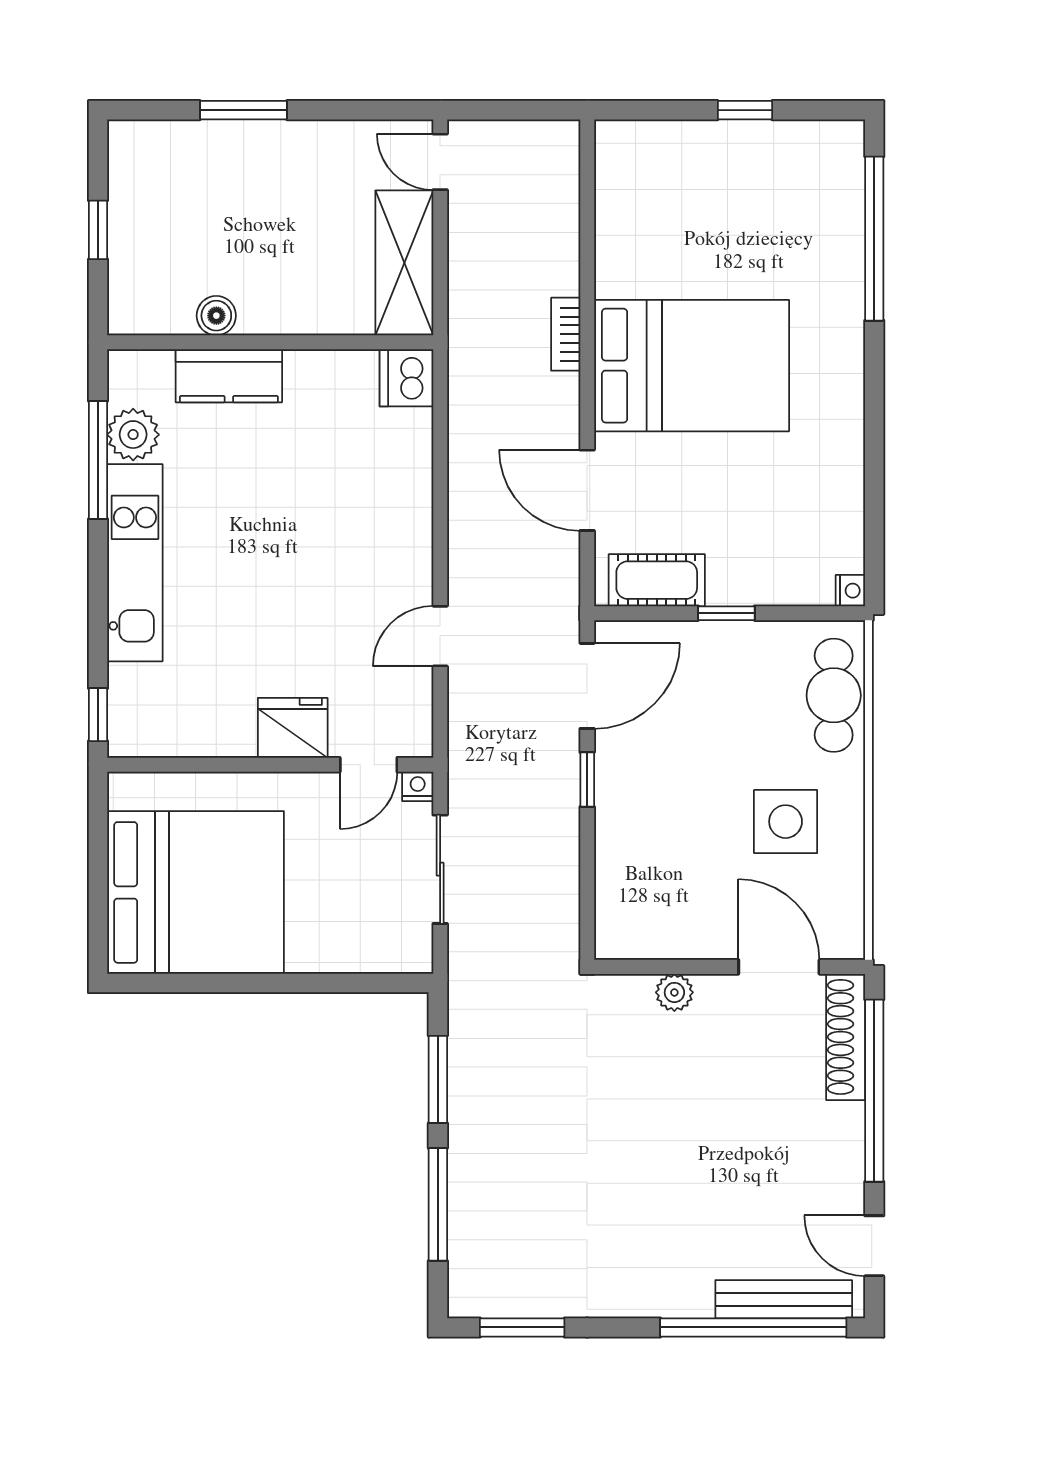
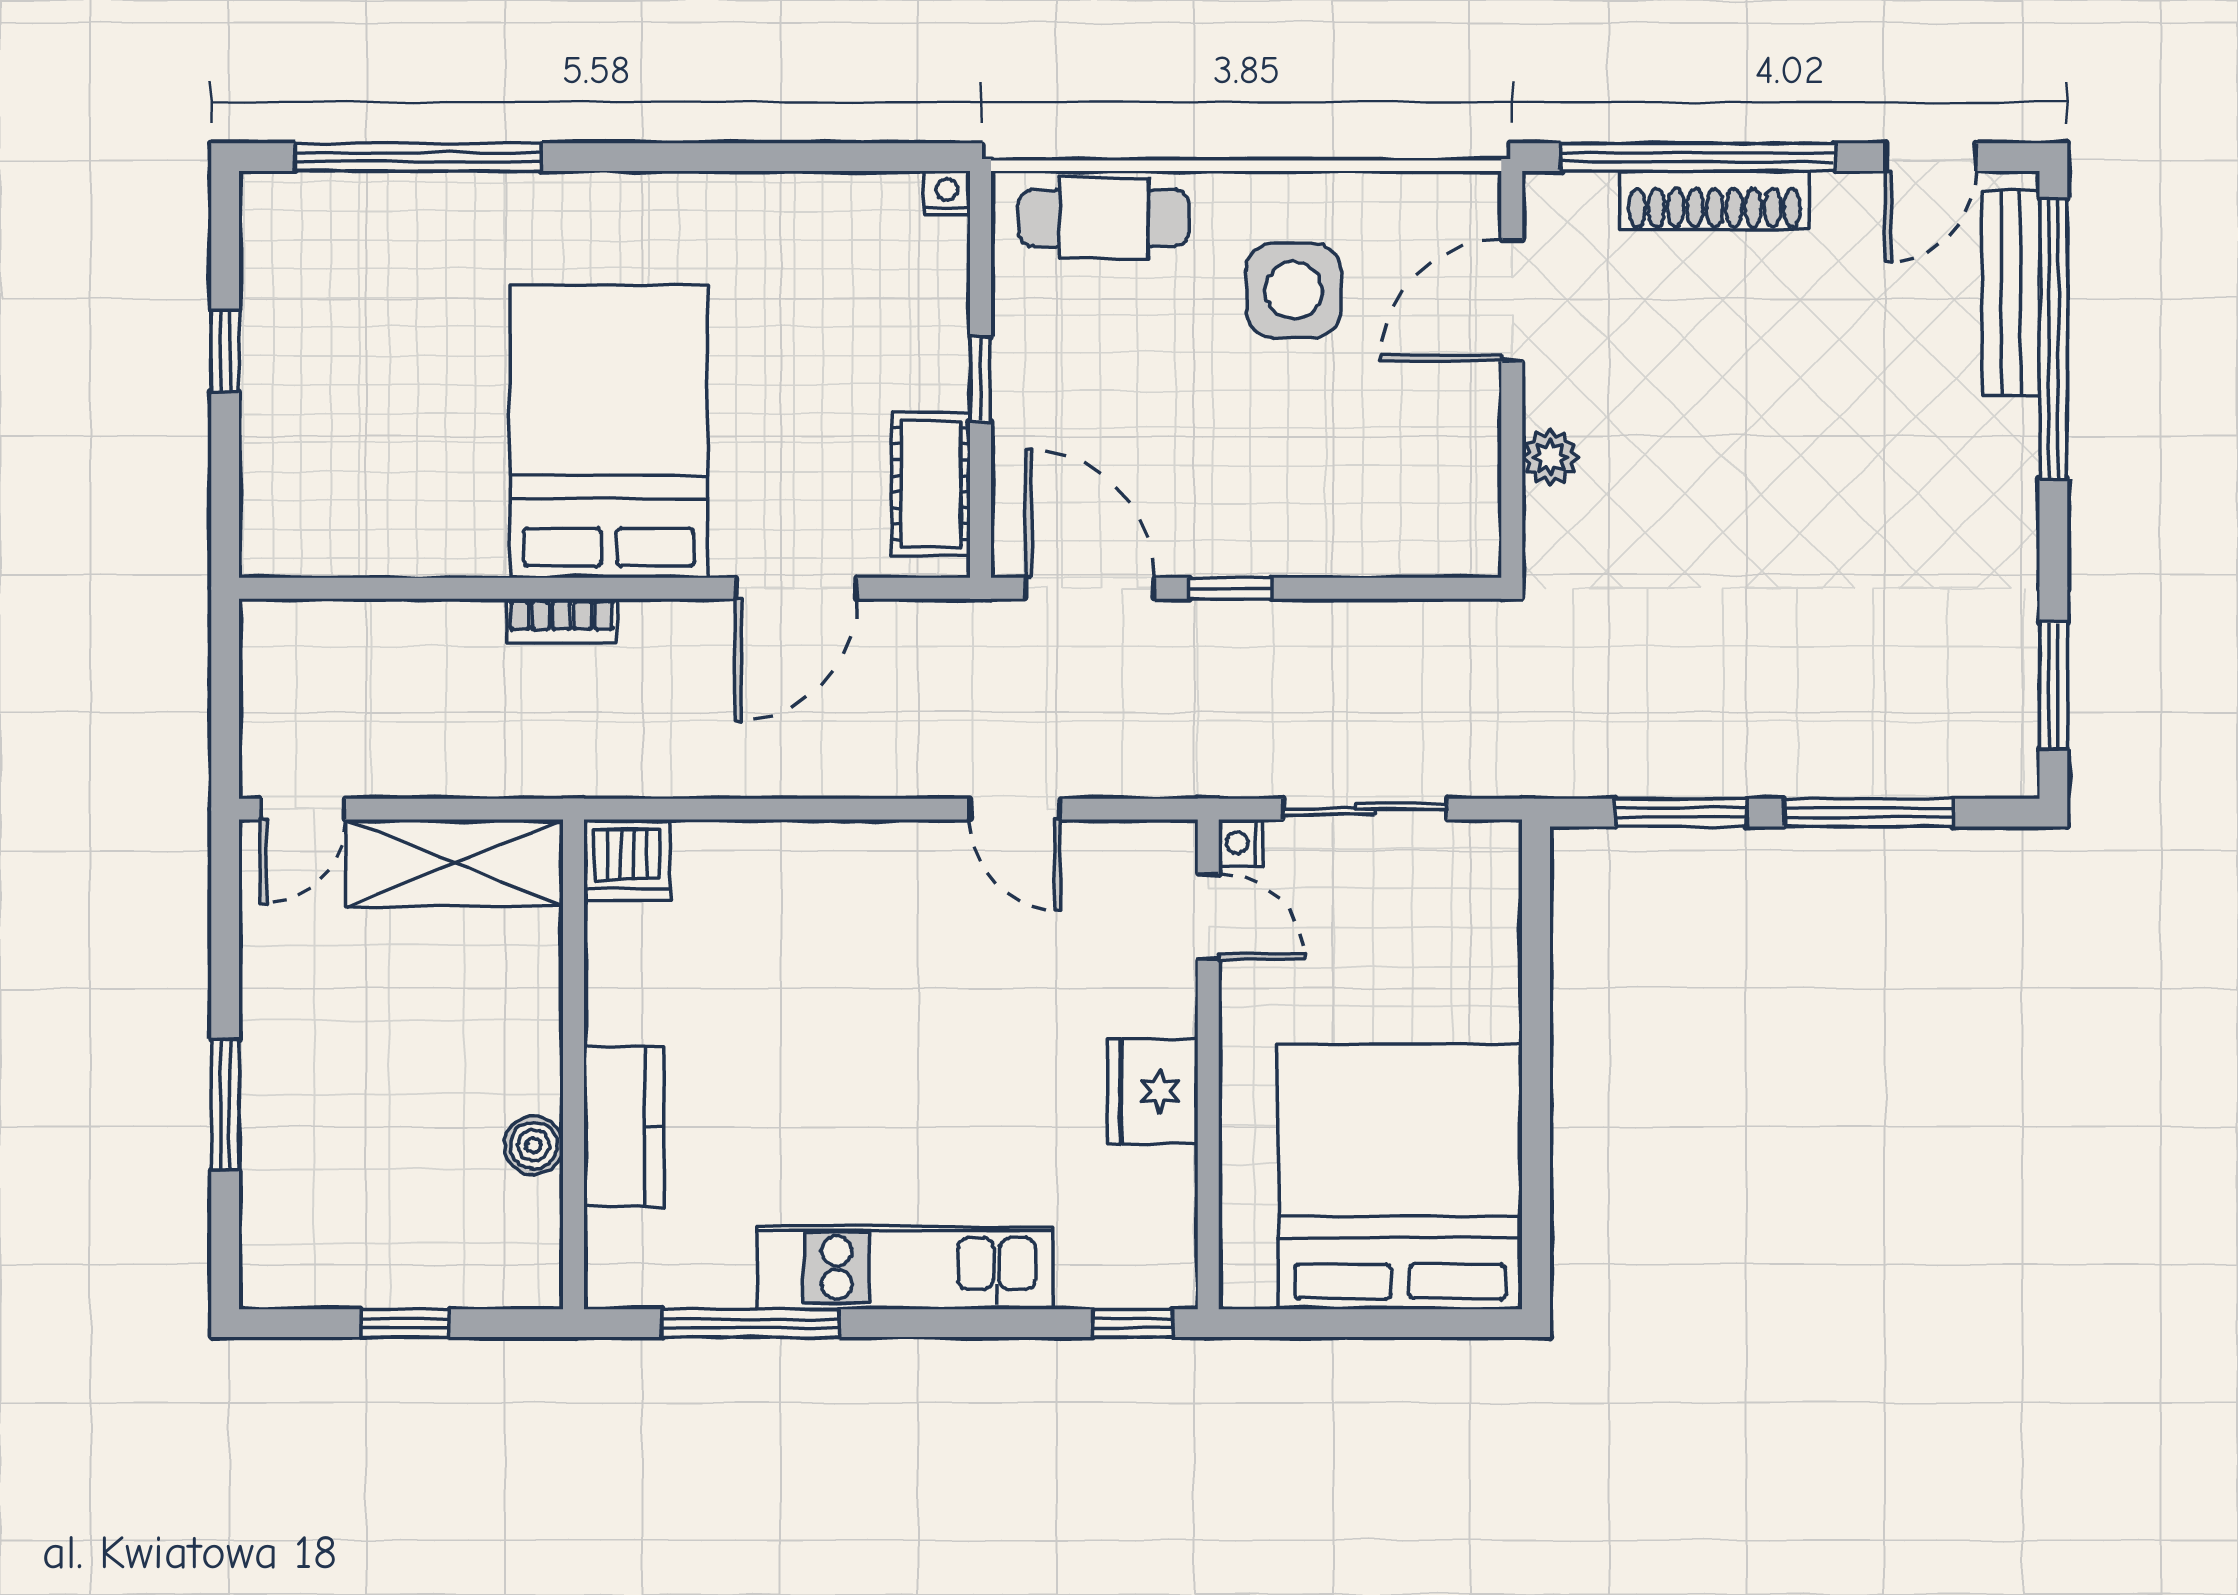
plant: (133, 435) -> (712, 1270), removed
fridge: (293, 728) -> (1153, 1092), moved
shoe rack: (846, 1037) -> (1715, 200), moved

